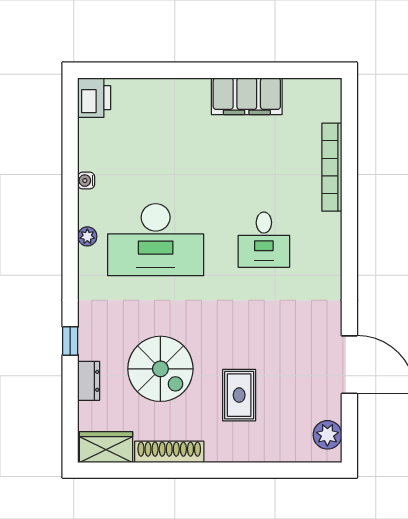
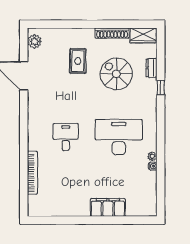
filing cabinet: (247, 96) -> (108, 207), moved
printer: (94, 98) -> (149, 207), removed
plant: (87, 236) -> (152, 156), moved

